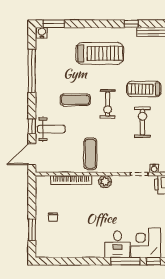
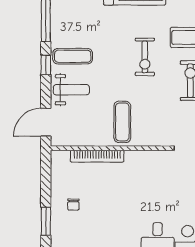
exercise mat: (75, 100) -> (73, 56), moved
window: (32, 126) -> (46, 65), moved
plant: (105, 182) -> (141, 158), removed

